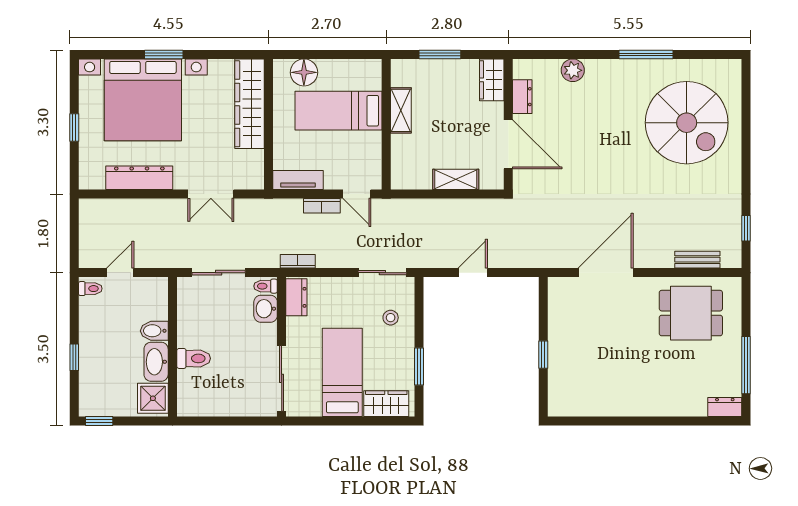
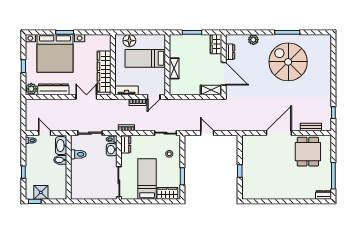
wardrobe: (249, 104) -> (104, 72), moved
shelving: (401, 110) -> (174, 68), moved
spiral stairs: (687, 123) -> (288, 62), moved, turned 180
plant: (91, 177) -> (31, 89), added
shelving: (456, 179) -> (211, 90), moved
double door: (211, 194) -> (86, 97), swing flipped
door: (357, 194) -> (154, 97), hinge flipped
door: (120, 273) -> (45, 133), hinge flipped
door: (473, 273) -> (207, 133), hinge flipped
door: (606, 273) -> (279, 133), moved
dining table: (691, 313) -> (308, 152), turned 90
toilet: (194, 358) -> (78, 154), moved
washbasin: (156, 362) -> (61, 146), moved
shower: (153, 398) -> (41, 192), moved

